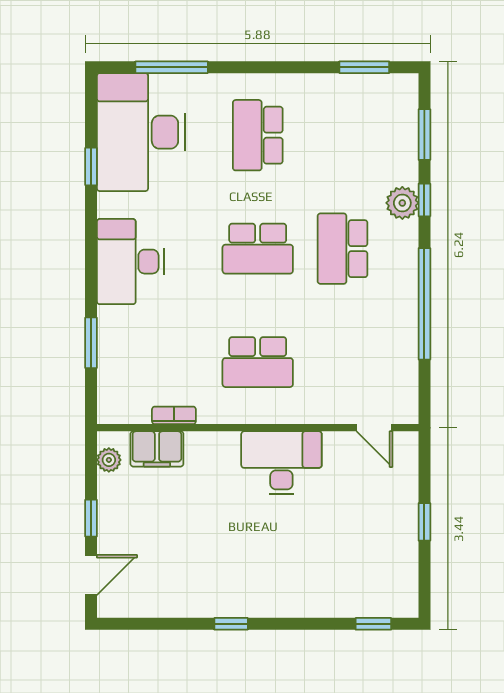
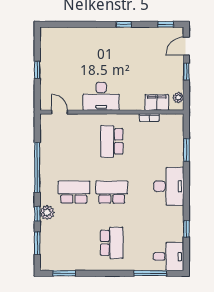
desk: (141, 132) -> (169, 257), width x0.53, depth x0.77
school desk: (343, 249) -> (74, 192), turned -90
school desk: (258, 362) -> (112, 141), turned -90
window: (373, 624) -> (166, 24), moved

